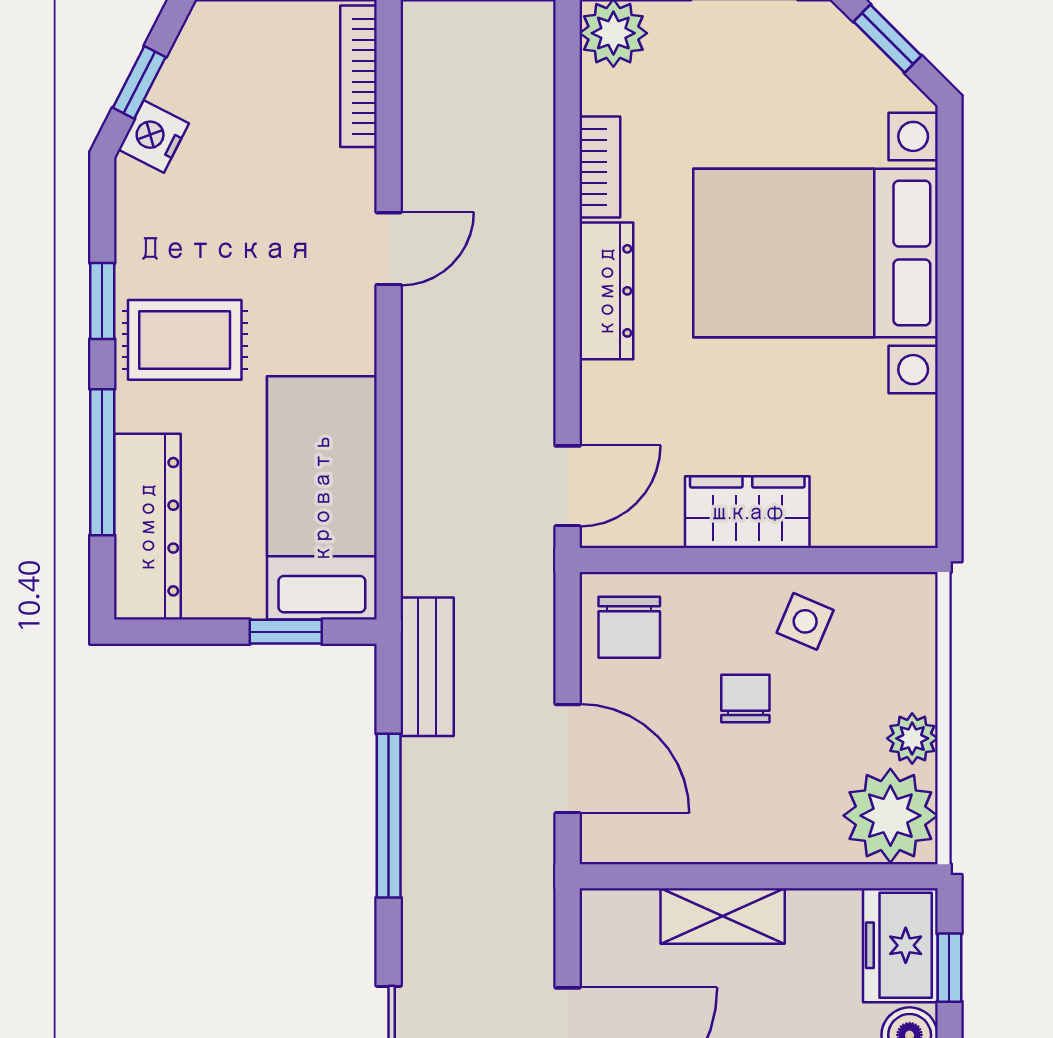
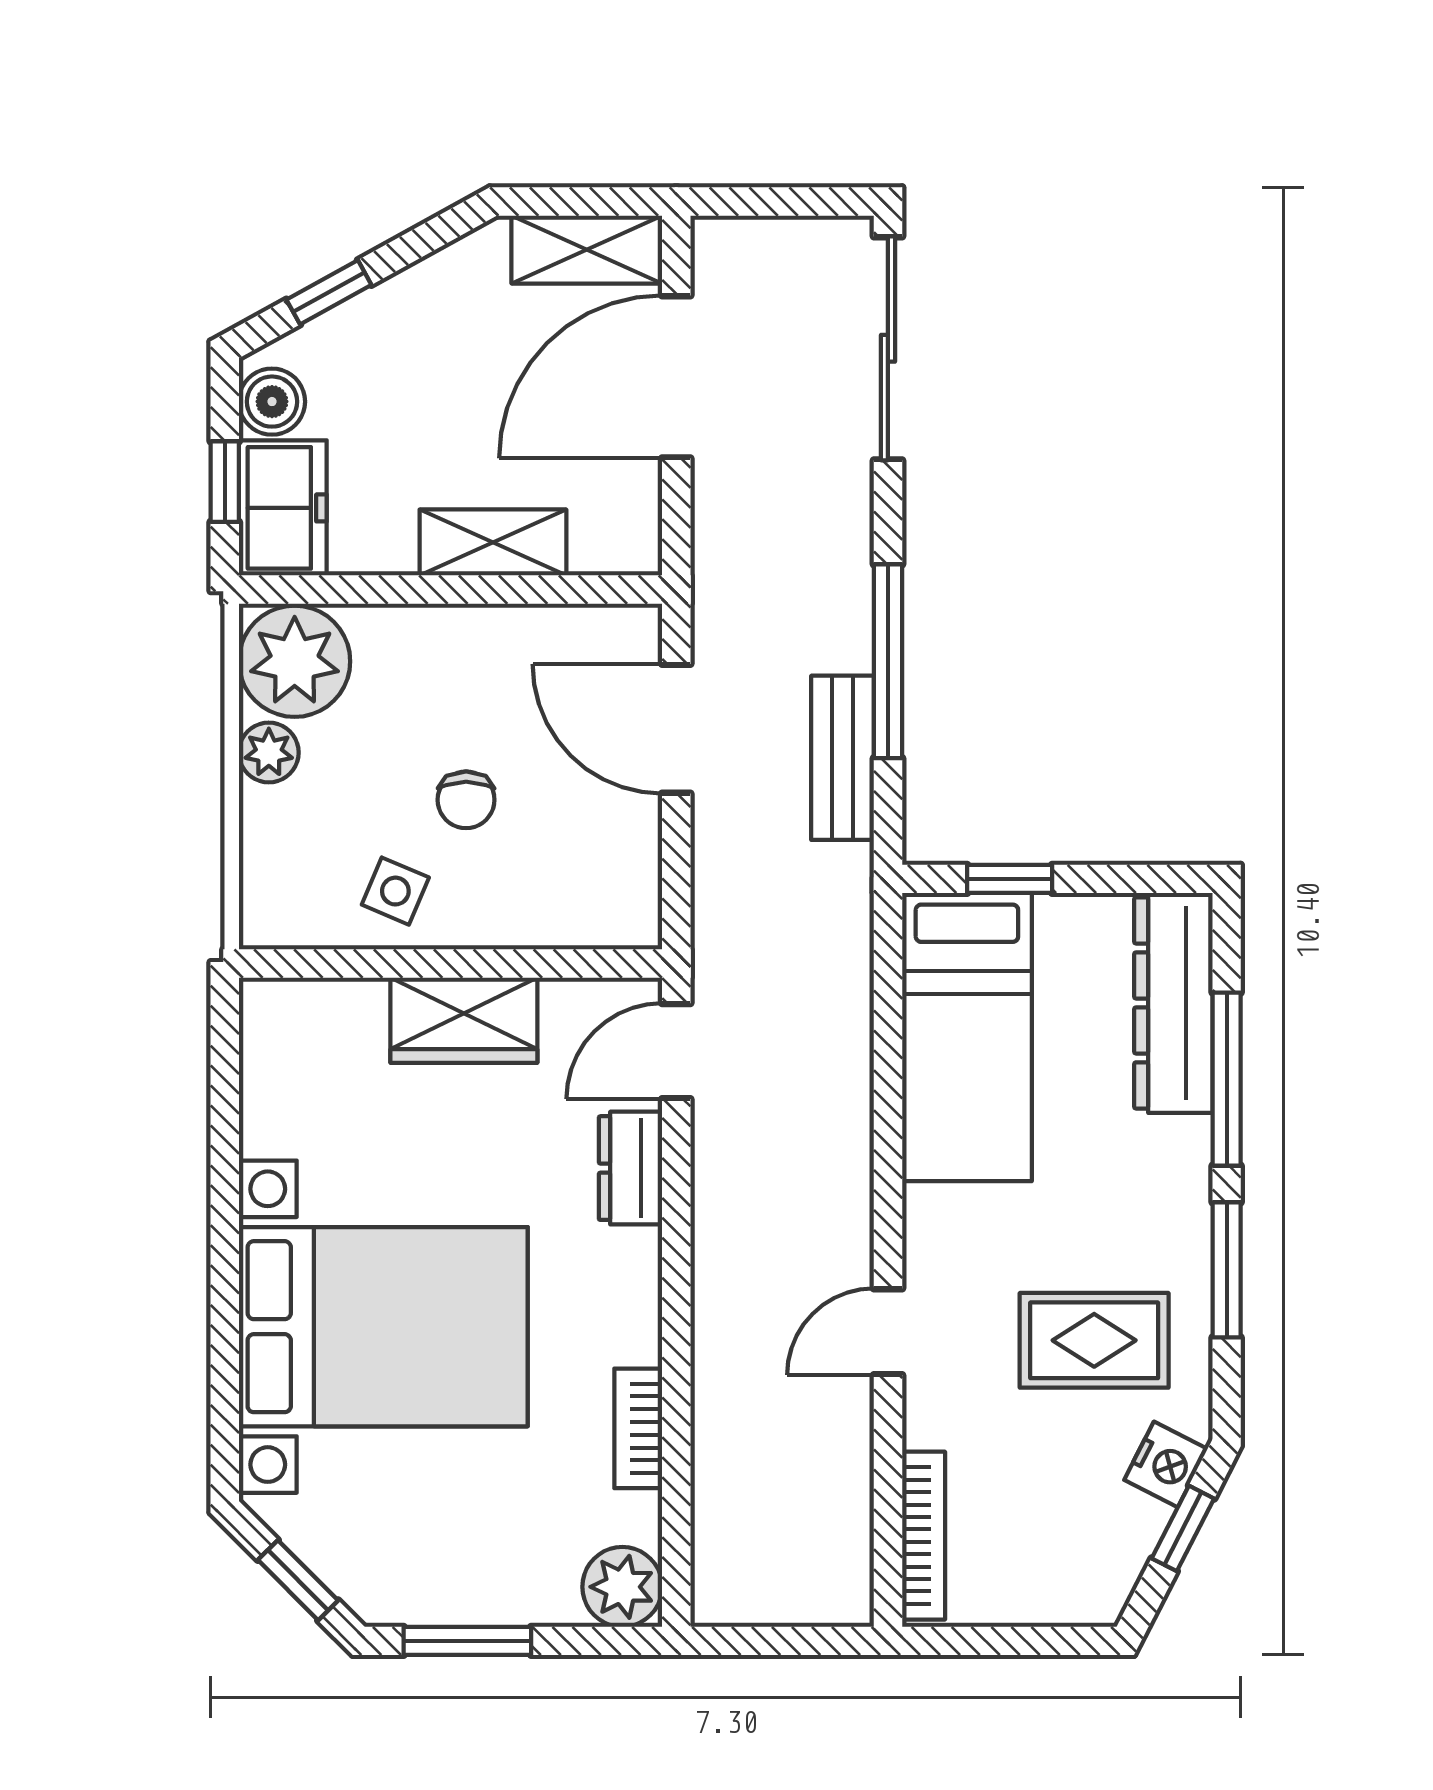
dresser: (606, 291) -> (630, 1168), moved, width x0.70
window: (102, 301) -> (1227, 1270), width x1.50
rug: (185, 340) -> (1094, 1340), moved
chair: (629, 627) -> (603, 884), removed
bench: (427, 667) -> (843, 758), moved

